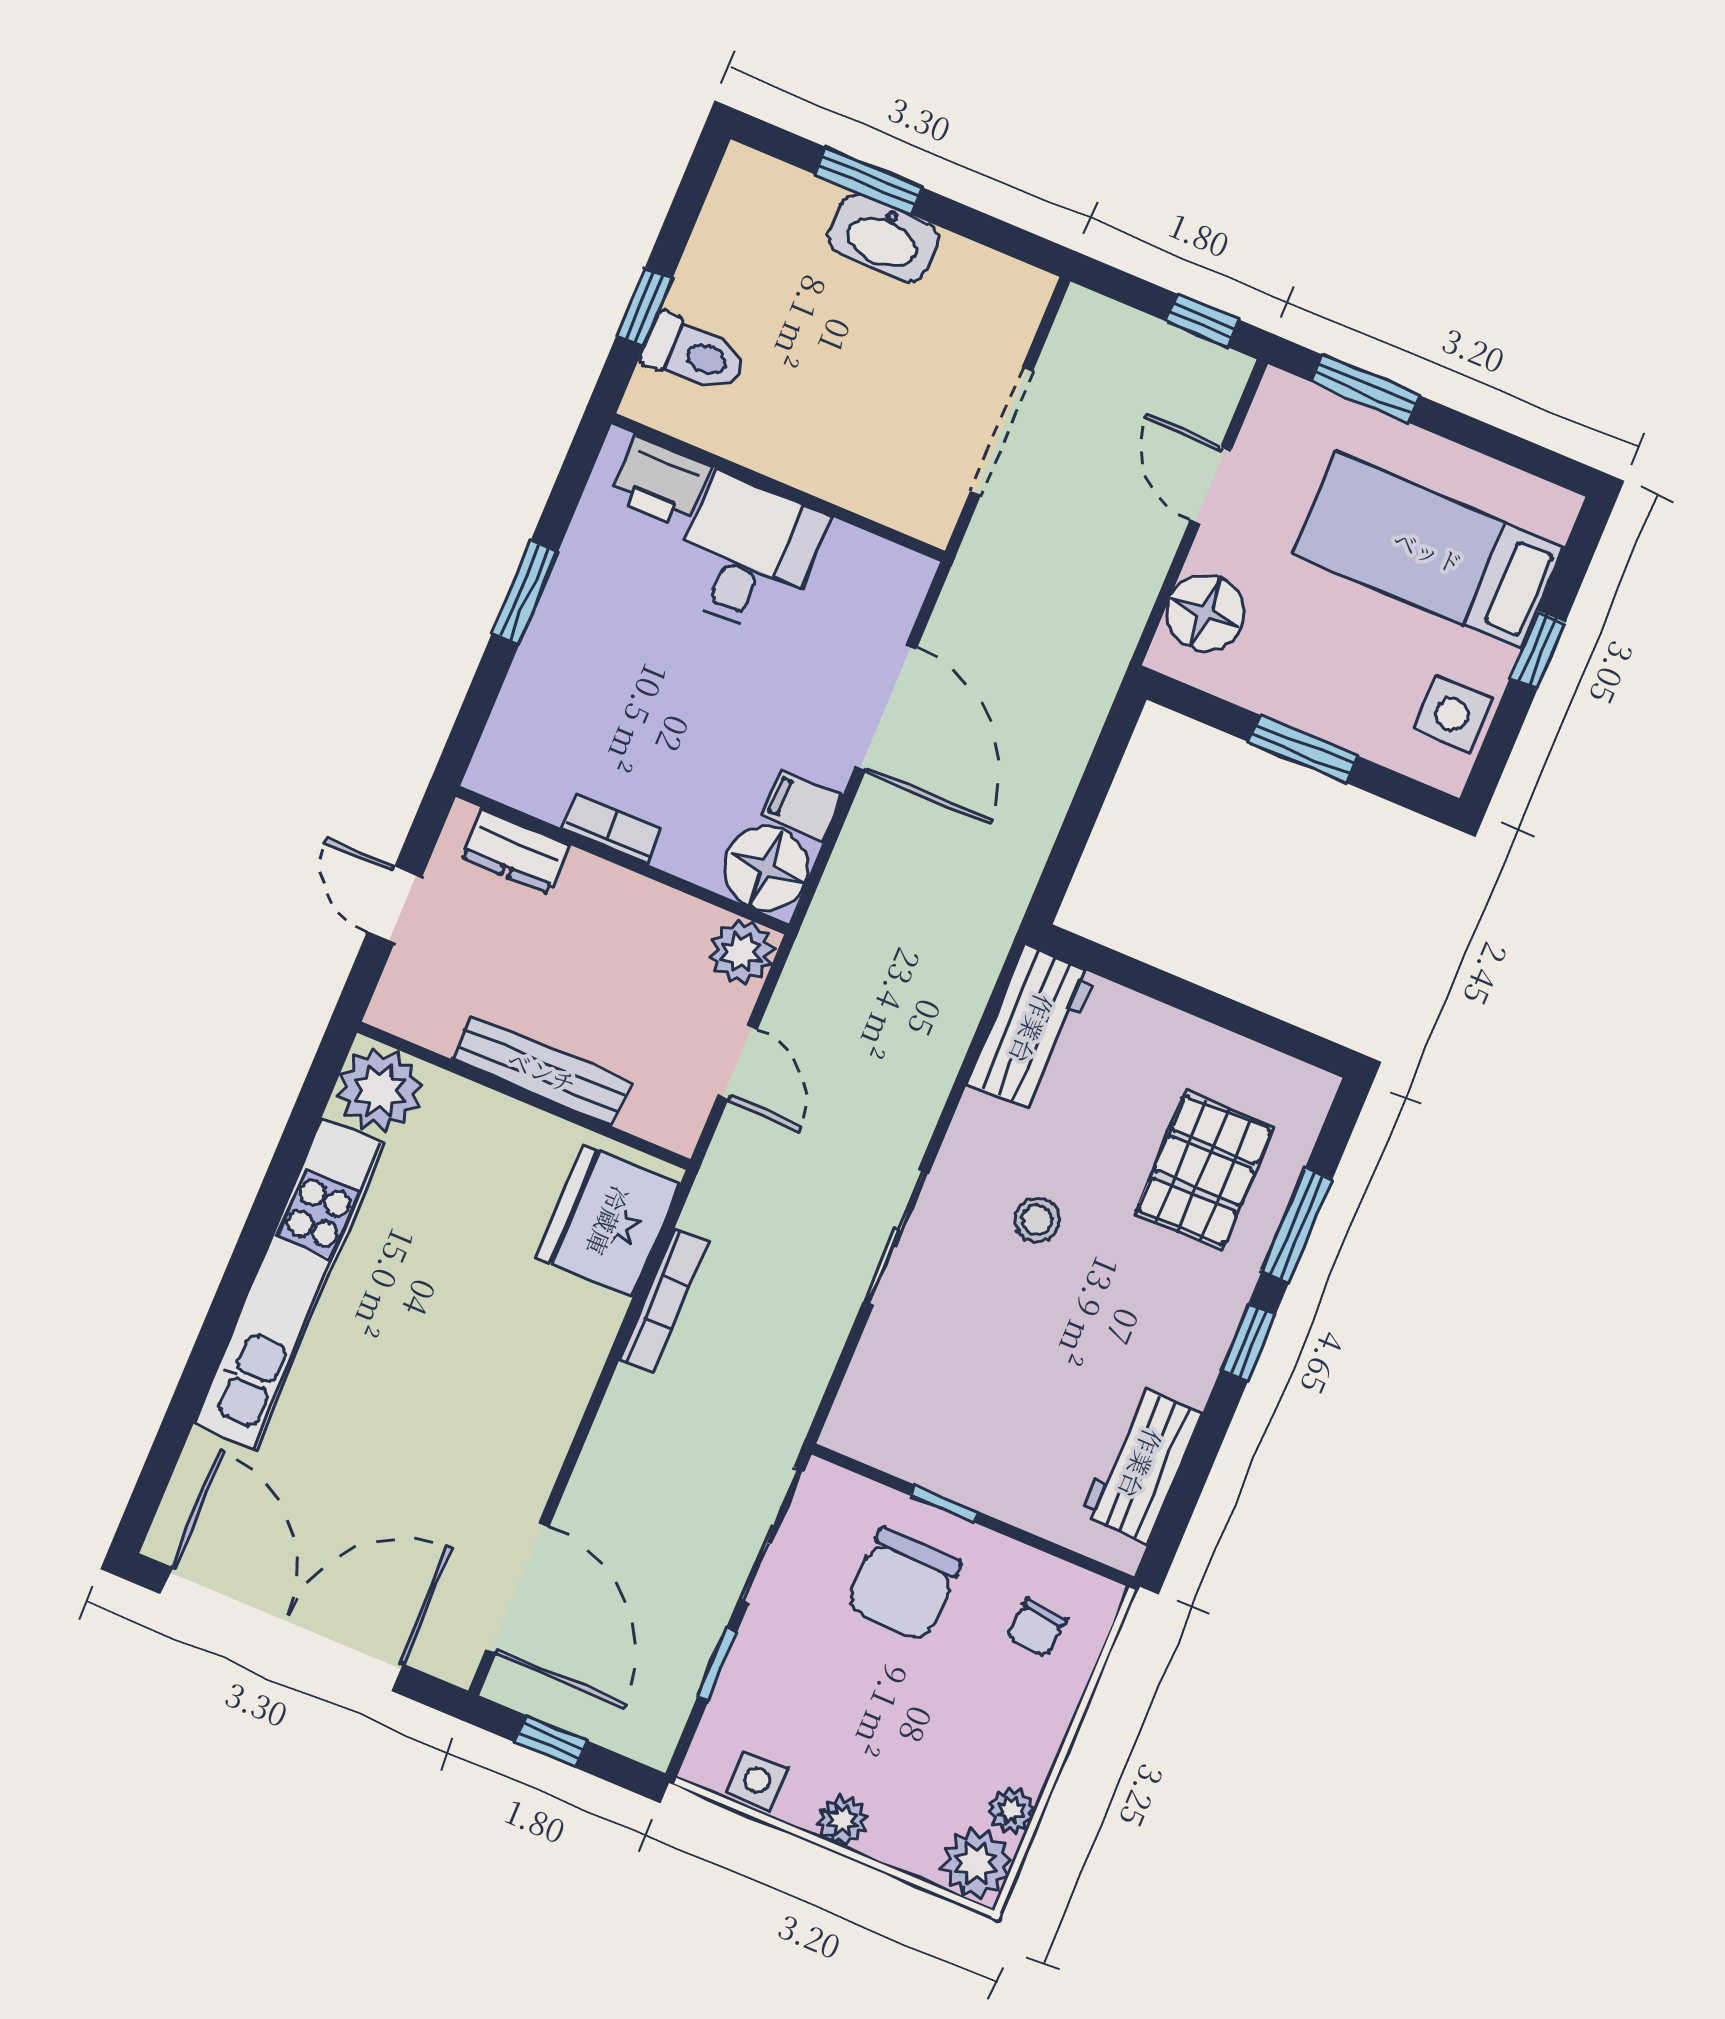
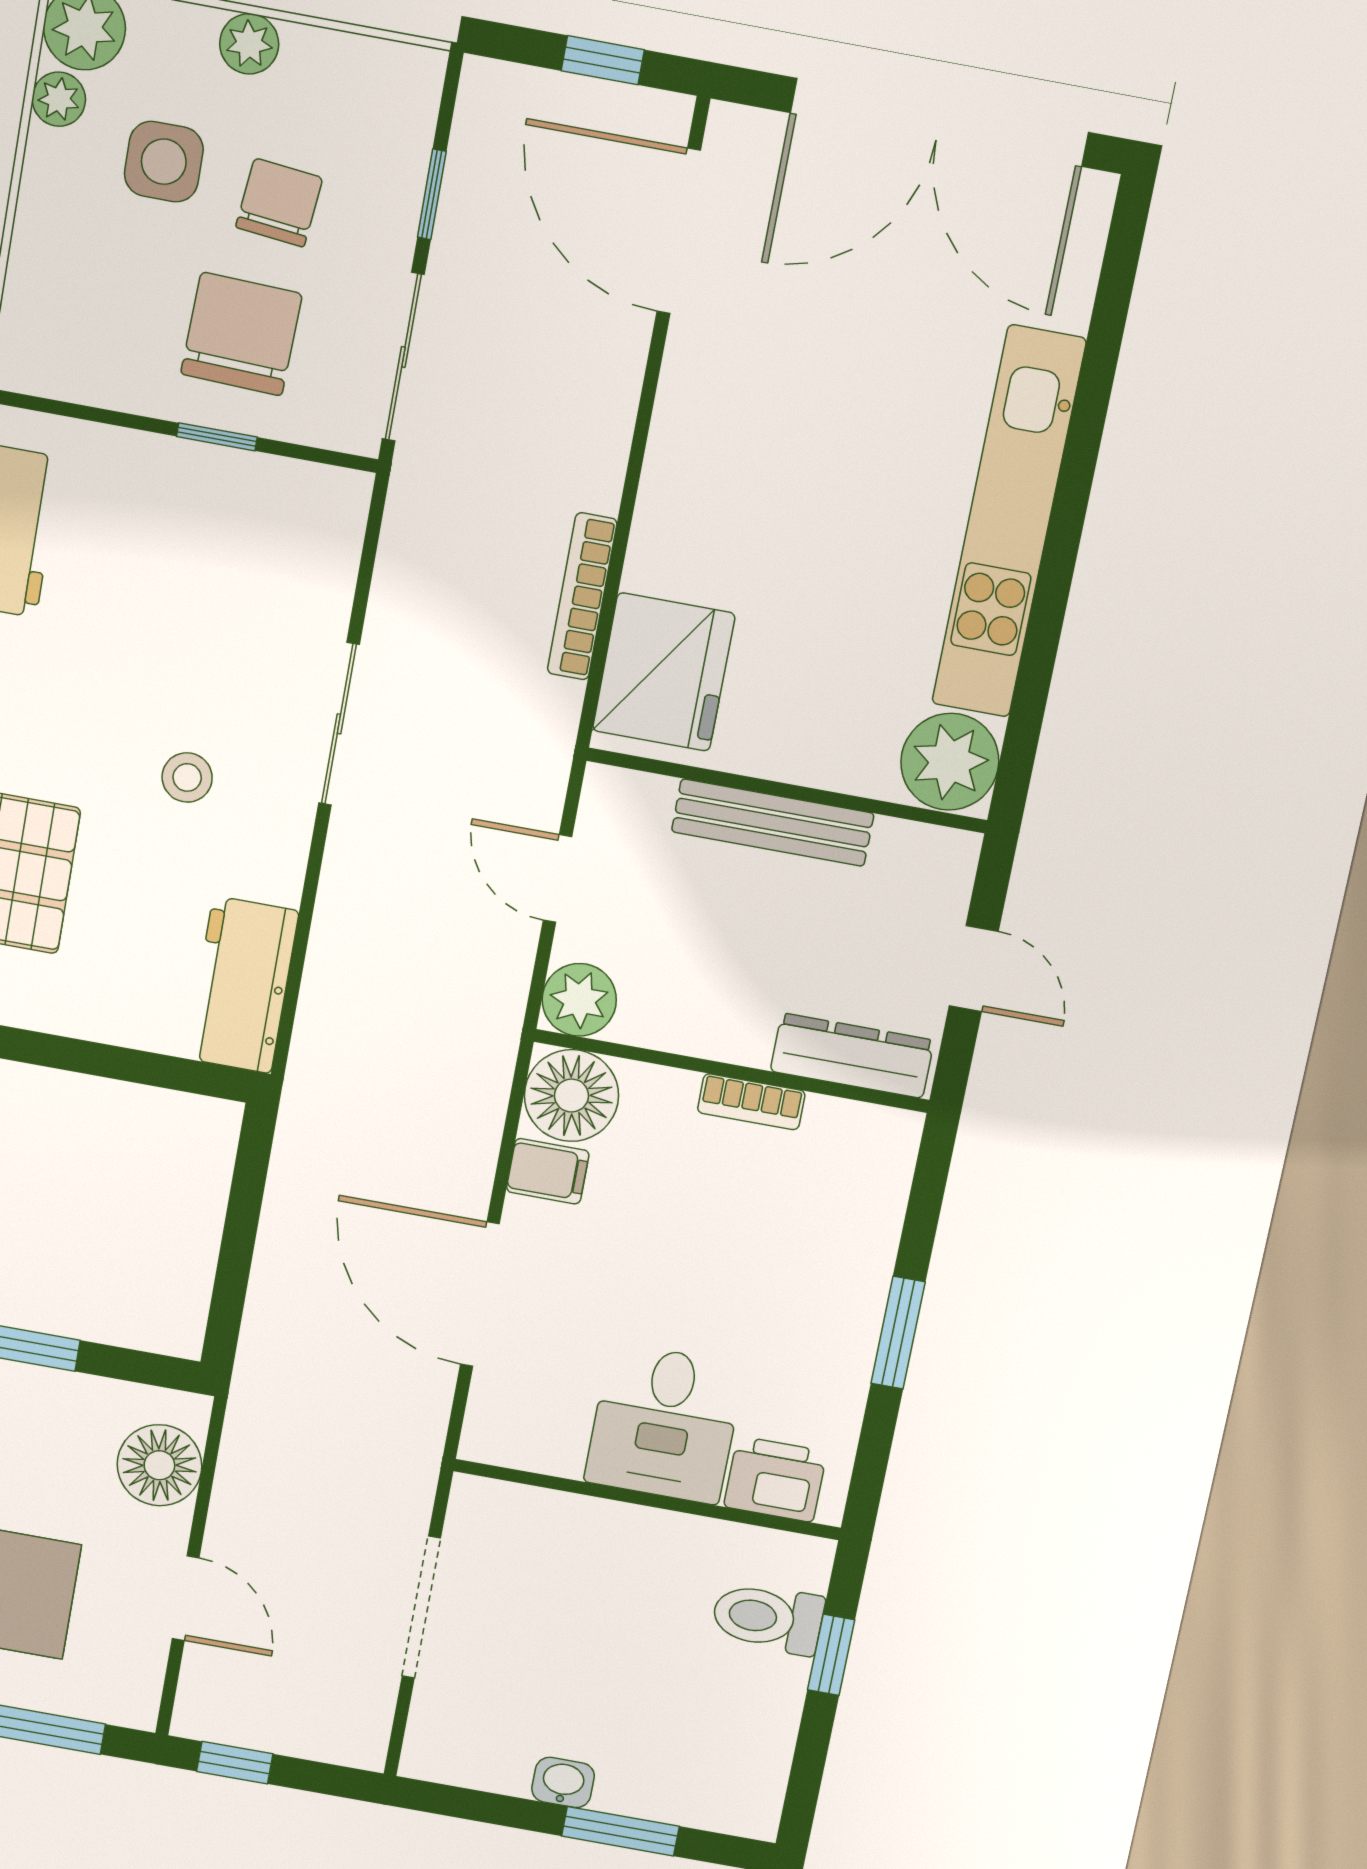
washbasin: (883, 238) -> (563, 1782), width x0.52, depth x0.69
dresser: (515, 851) -> (852, 1056), width x1.44
chair: (1036, 1628) -> (279, 203), moved, width x1.37, depth x1.37
side table: (757, 1780) -> (164, 162), moved, width x1.37, depth x1.37

